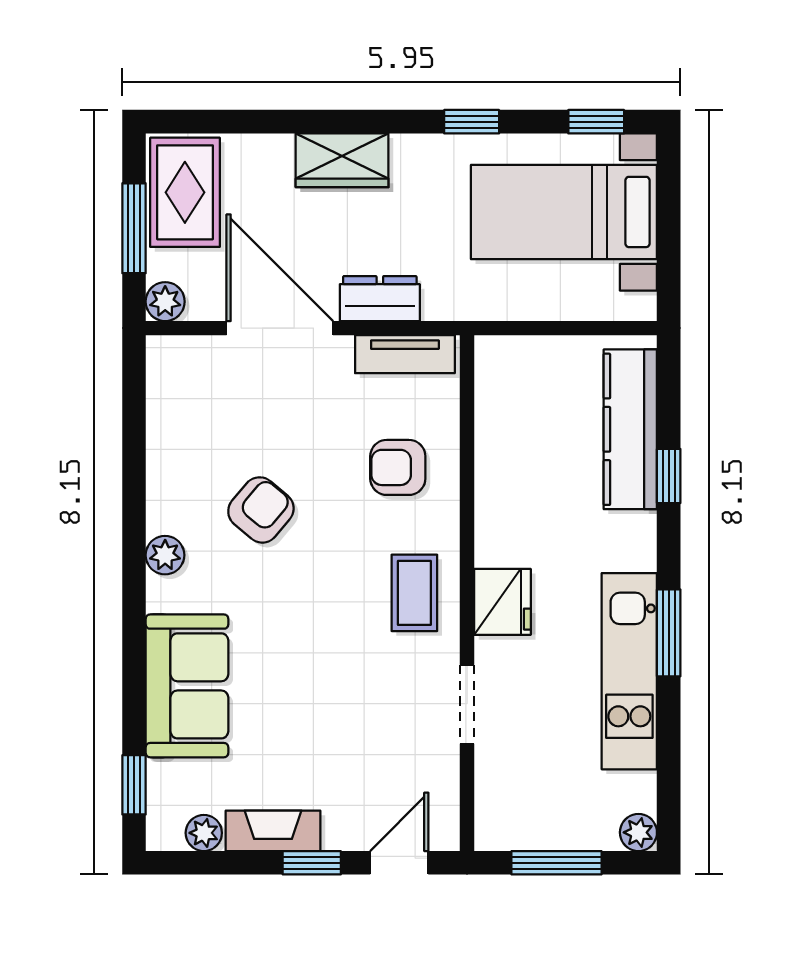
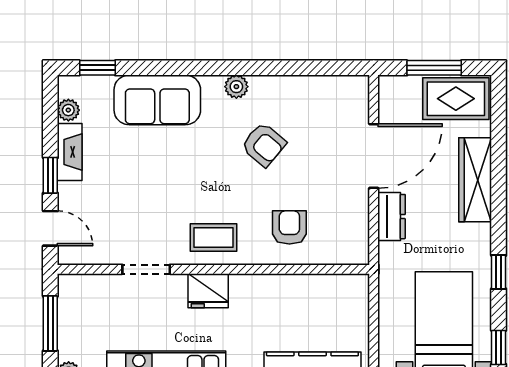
wardrobe: (342, 160) -> (475, 180), width x1.50
plant: (165, 302) -> (390, 87), removed
tv unit: (405, 354) -> (358, 232), removed

